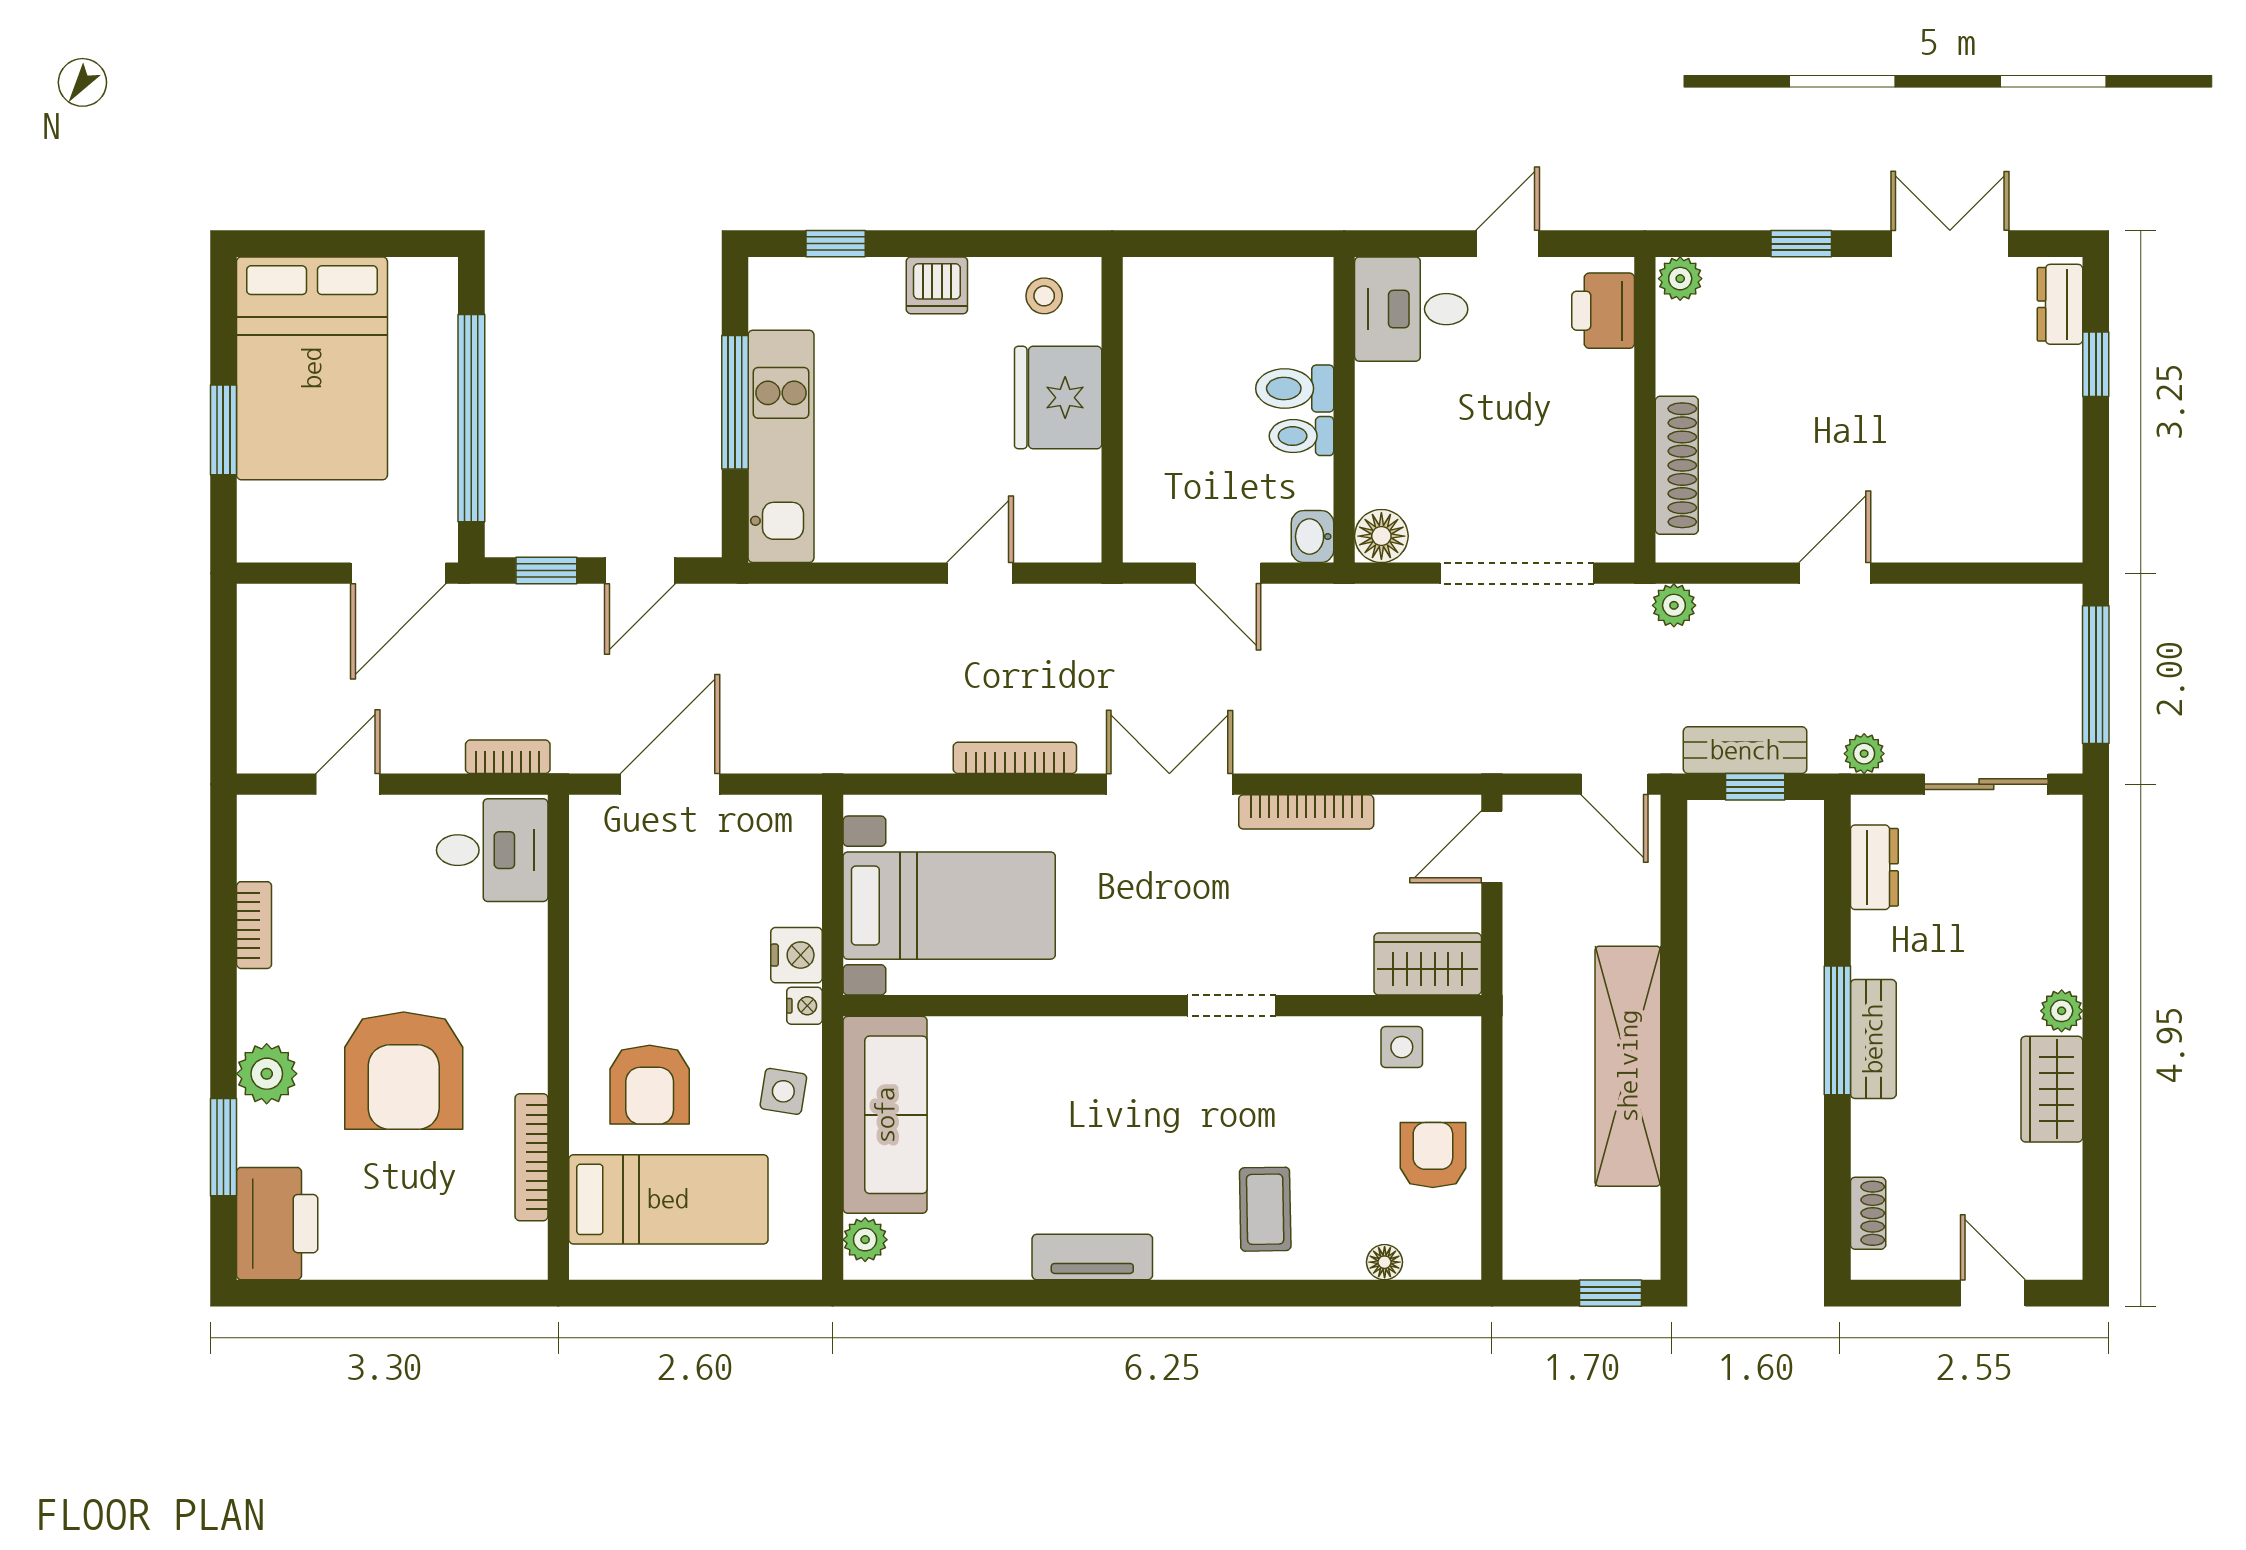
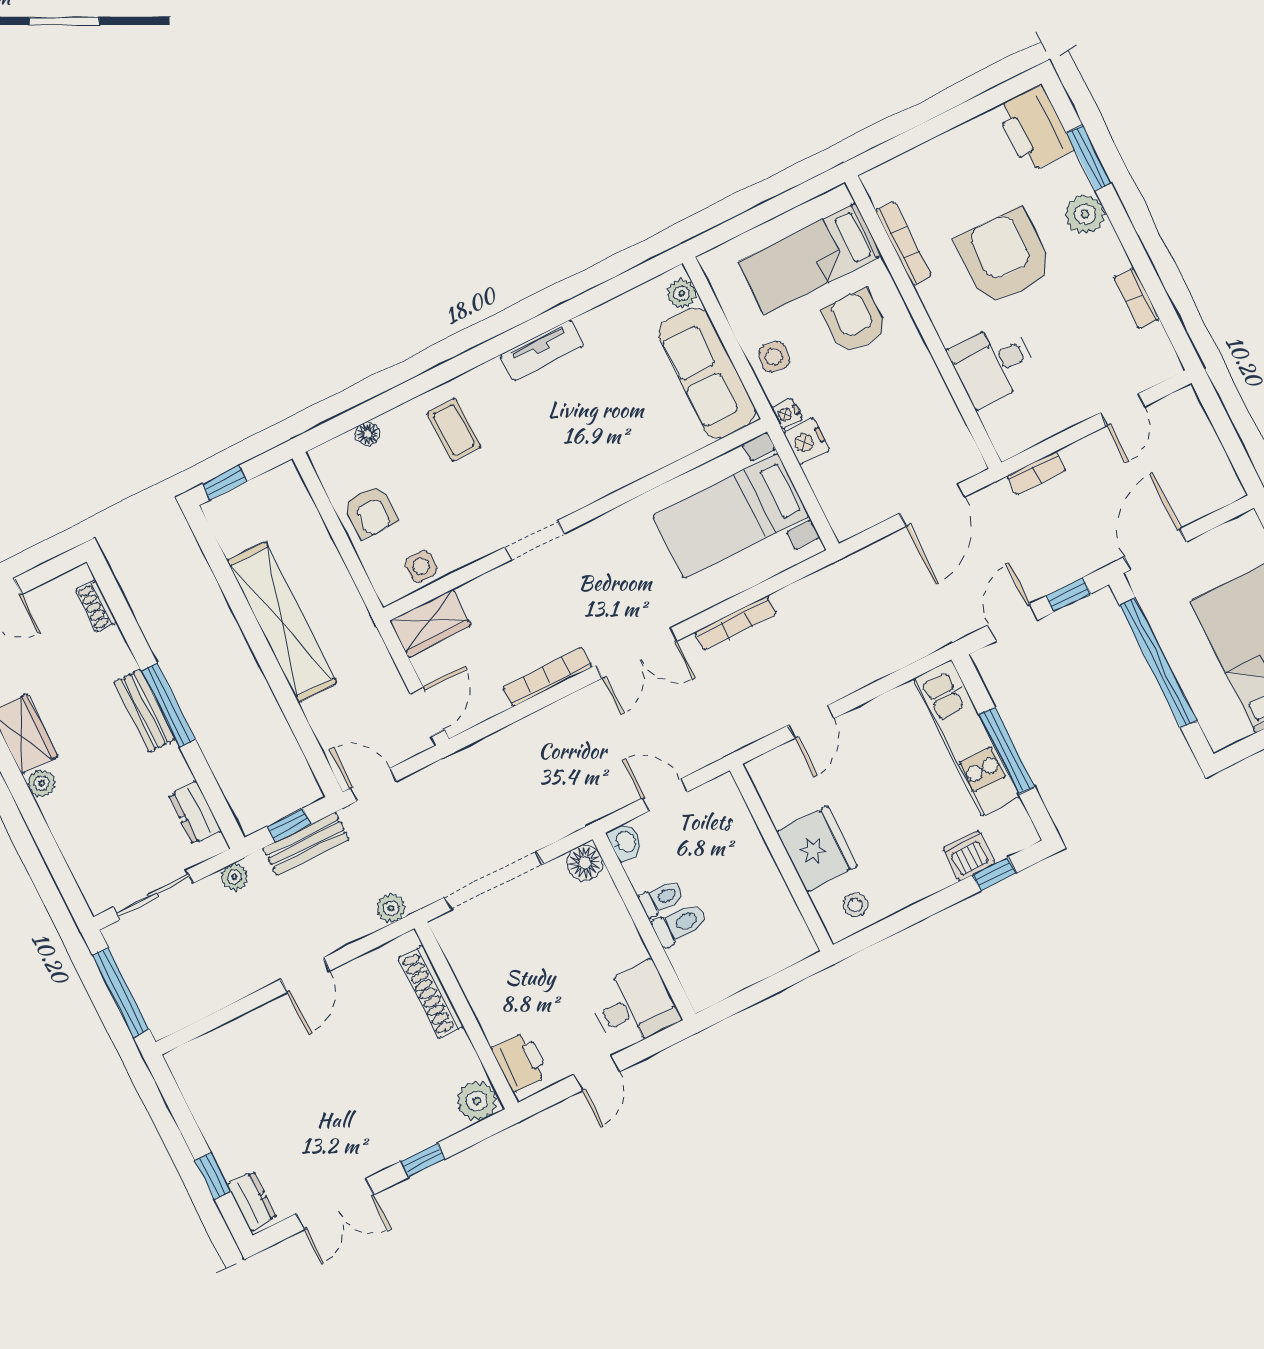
plant: (1680, 279) -> (477, 1101), width x1.38, depth x1.38
dishwasher: (937, 285) -> (969, 856), moved
desk: (492, 850) -> (993, 364), moved

